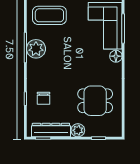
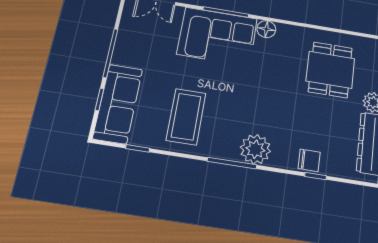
plant: (36, 49) -> (255, 149), moved
chair: (43, 98) -> (309, 160), moved

